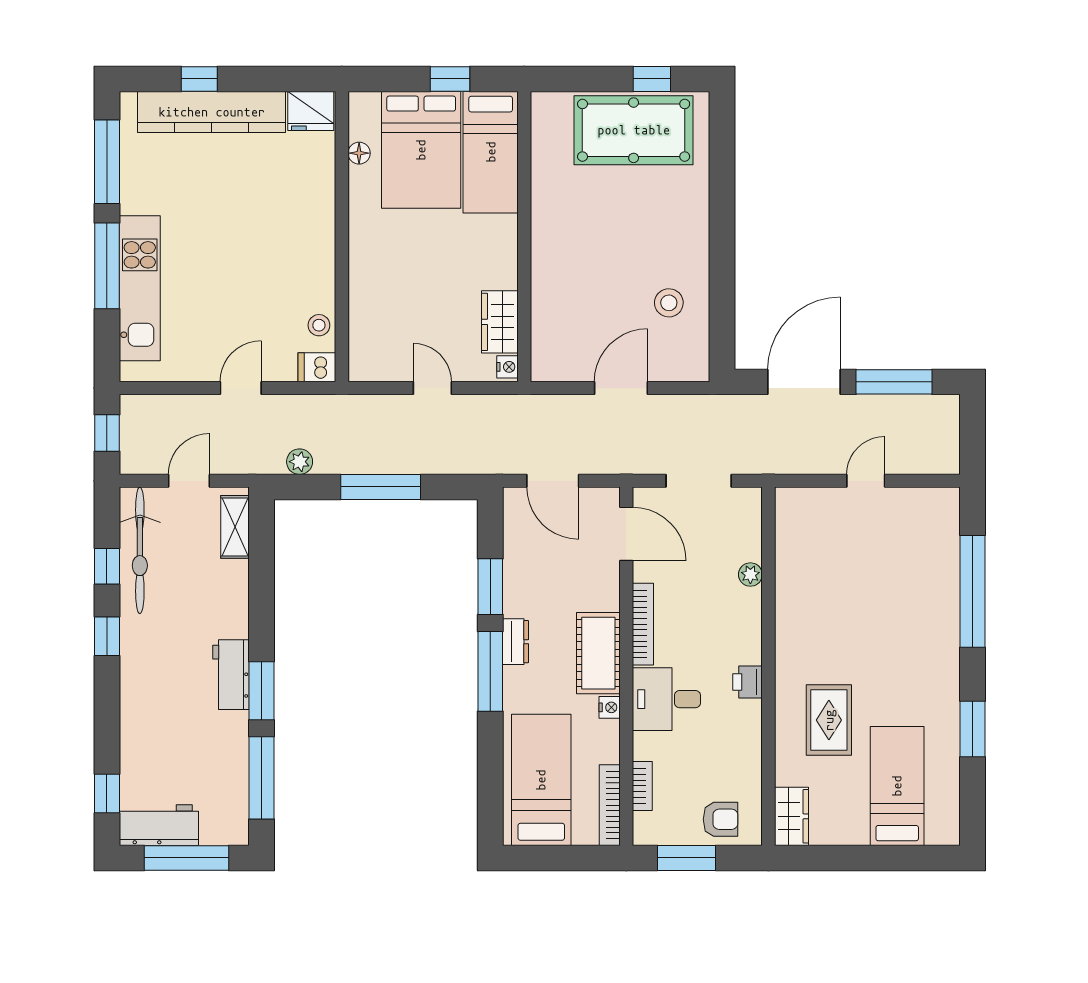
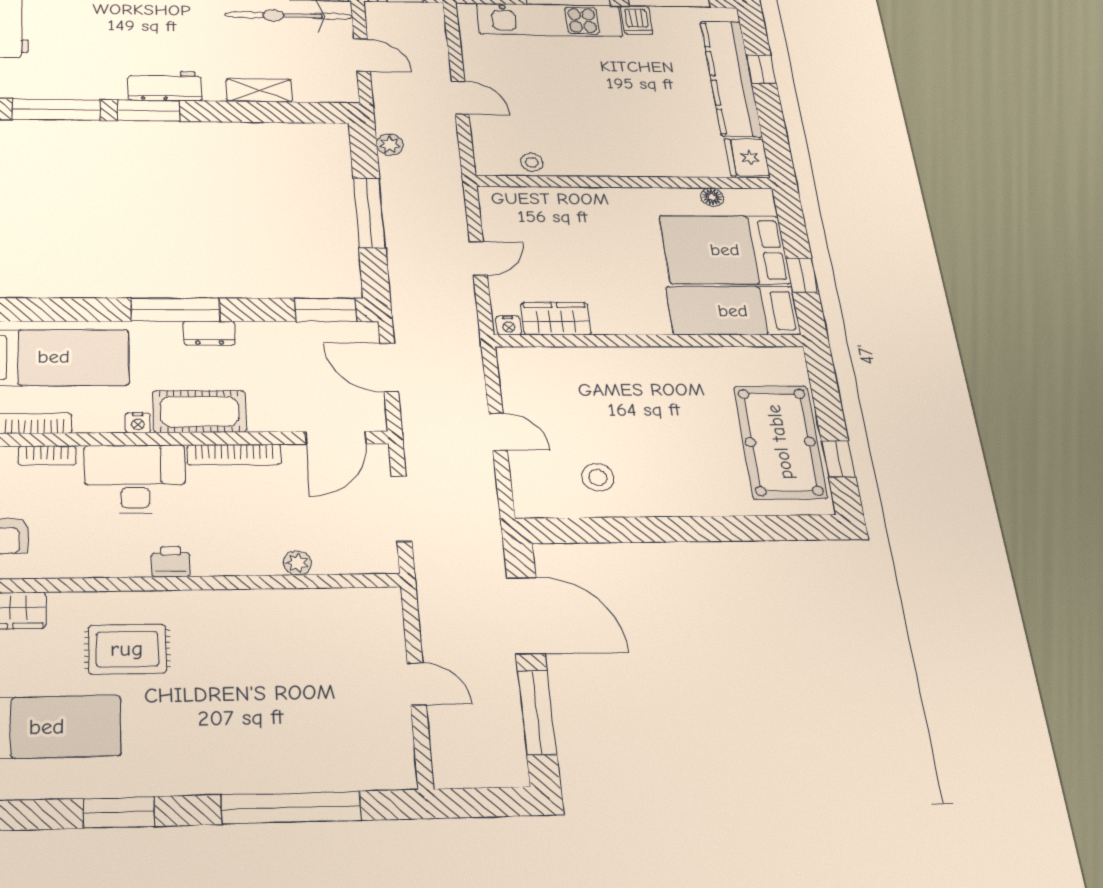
dishwasher: (317, 367) -> (637, 20), moved, turned 180
door: (621, 388) -> (498, 432), width x0.73
door: (553, 481) -> (389, 367), hinge flipped
shelving: (235, 527) -> (259, 90), moved
window: (490, 587) -> (326, 310), moved
desk: (666, 699) -> (135, 479), width x1.37

